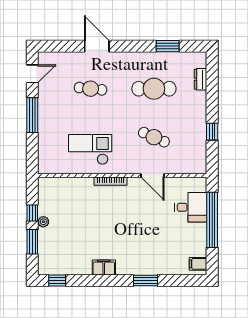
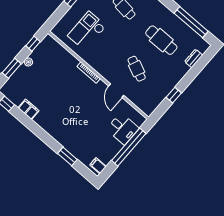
window: (168, 46) -> (191, 22), width x2.11
checkout: (90, 150) -> (87, 31), moved, turned -90
window: (32, 213) -> (33, 44), moved
filing cabinet: (104, 267) -> (29, 109), moved
window: (145, 281) -> (67, 156), moved

